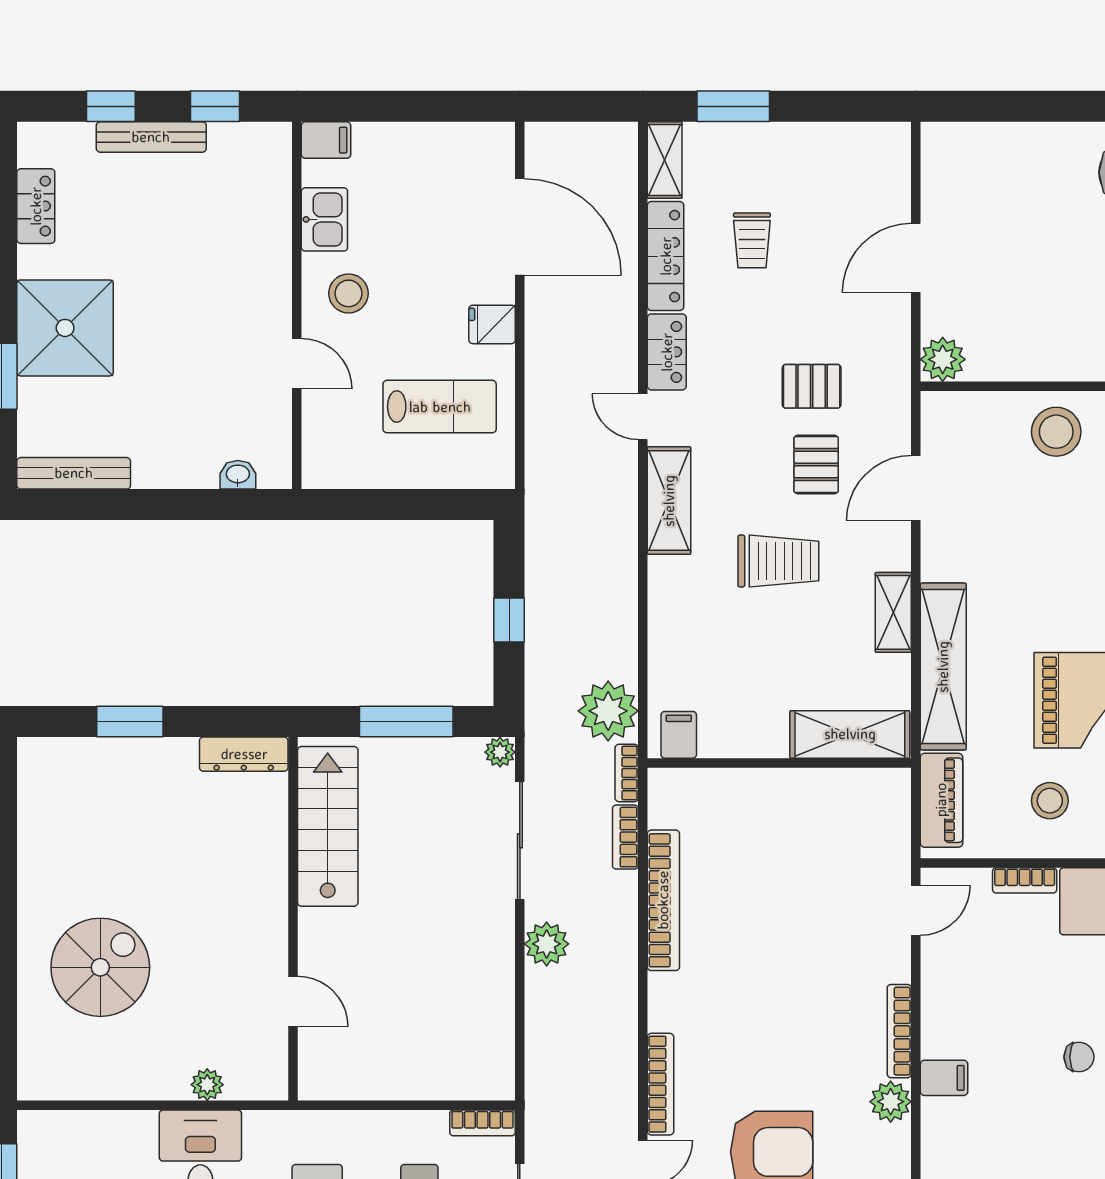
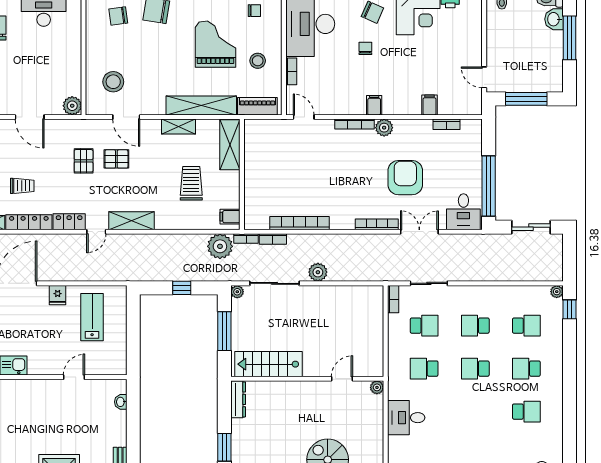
stool: (348, 293) -> (45, 355), removed
stool: (1056, 432) -> (113, 82), moved
trolley: (778, 561) -> (191, 183), moved
plant: (207, 1085) -> (377, 387), moved

